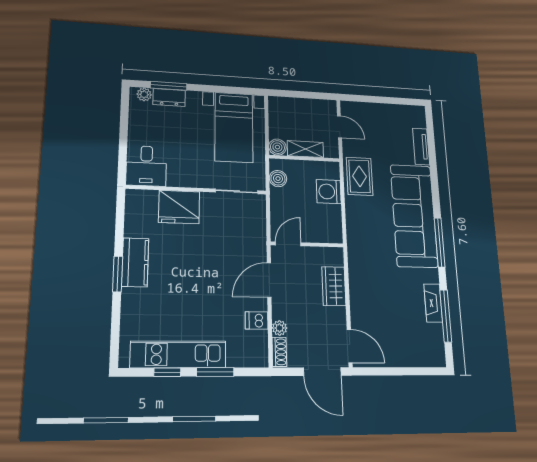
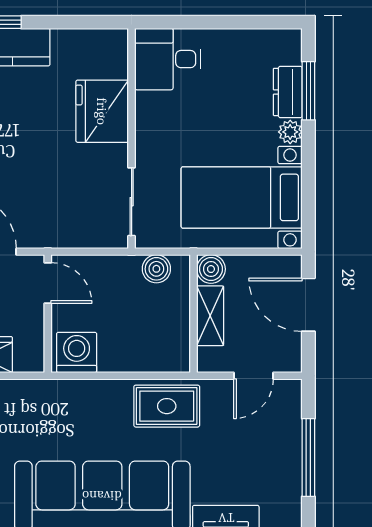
plant: (144, 94) -> (290, 132), moved
door: (297, 94) -> (308, 305), added
window: (384, 100) -> (308, 457), added
washing machine: (329, 192) -> (77, 352), moved

